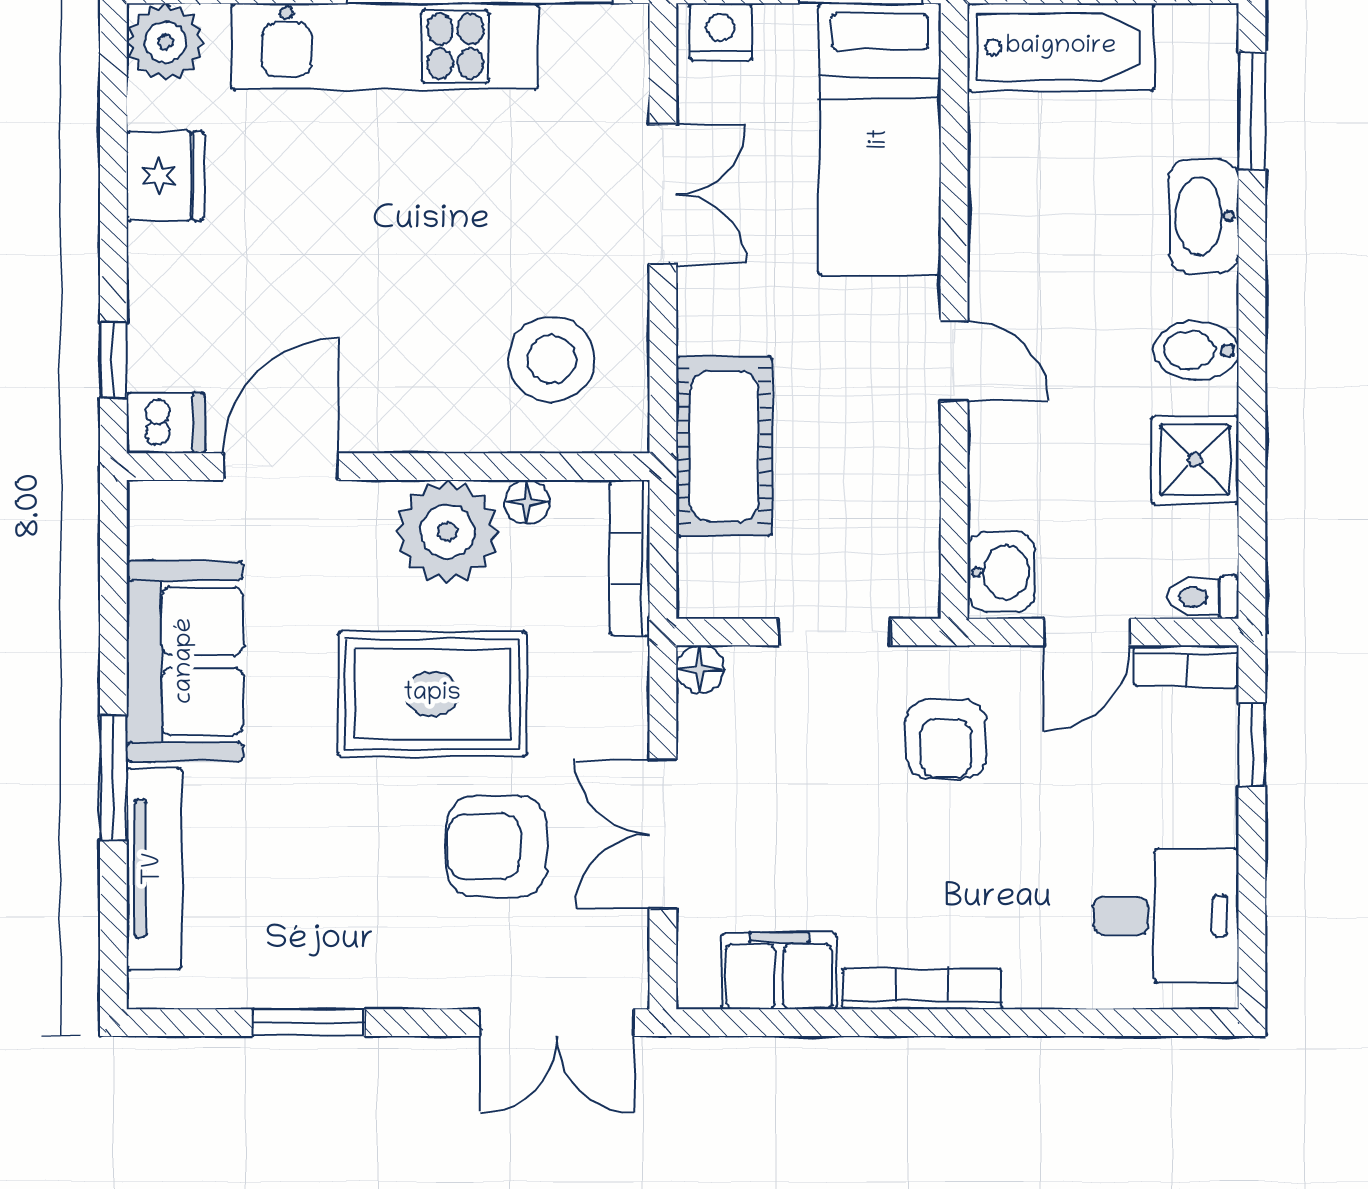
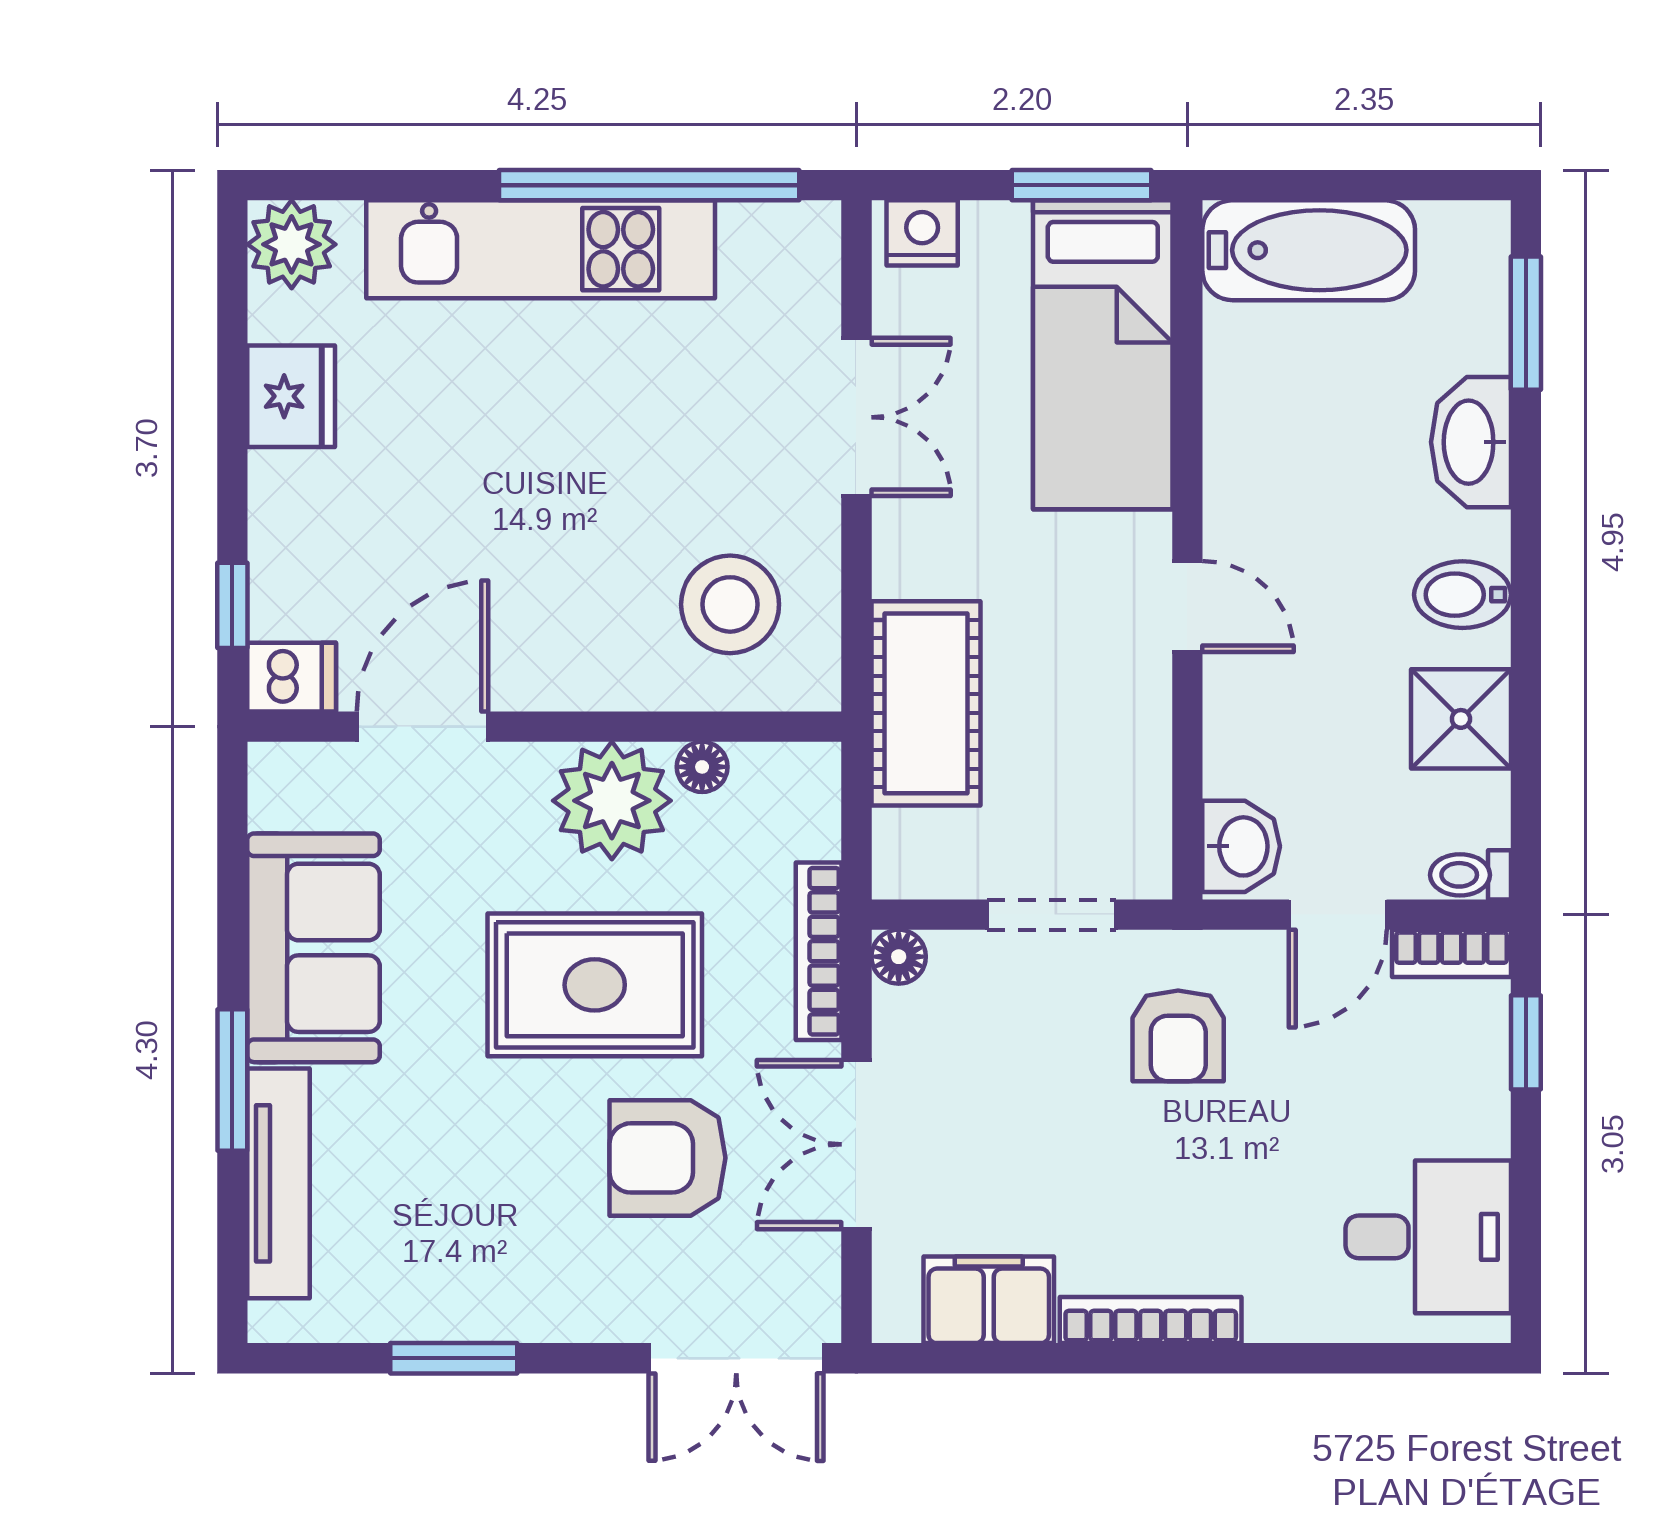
bookcase: (630, 558) -> (819, 951), moved

